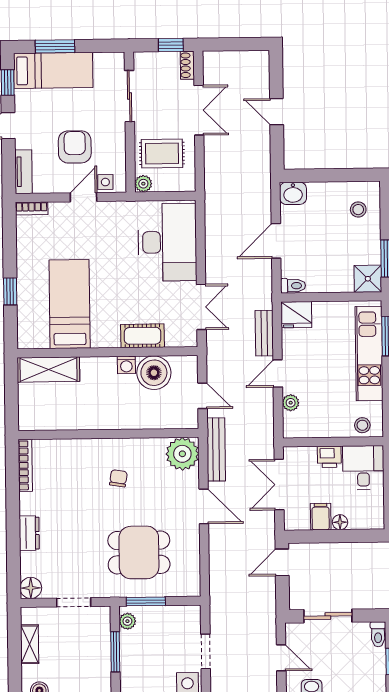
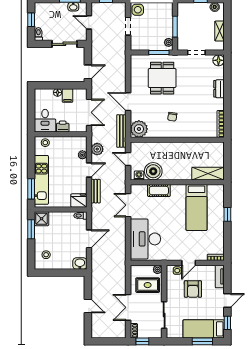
washing machine: (126, 365) -> (139, 175), moved
plant: (262, 414) -> (97, 149), added
dining table: (139, 552) -> (162, 78), turned 90

